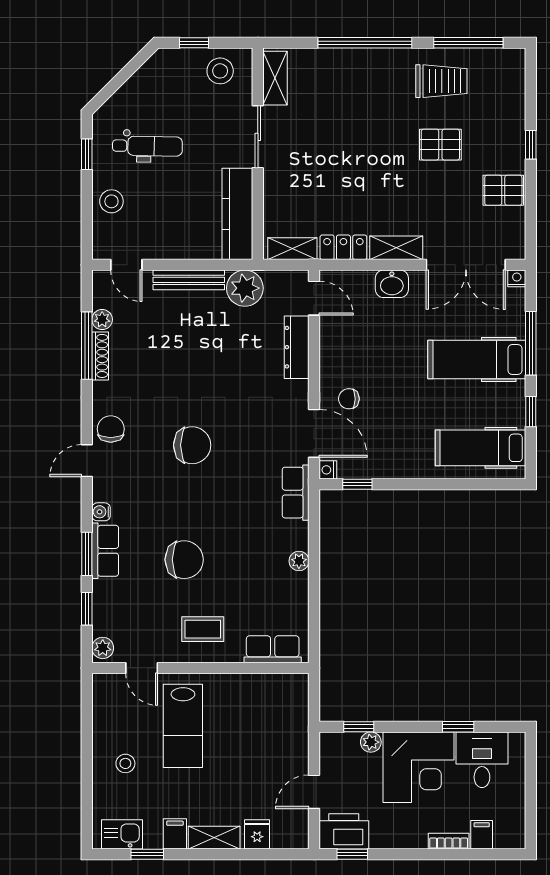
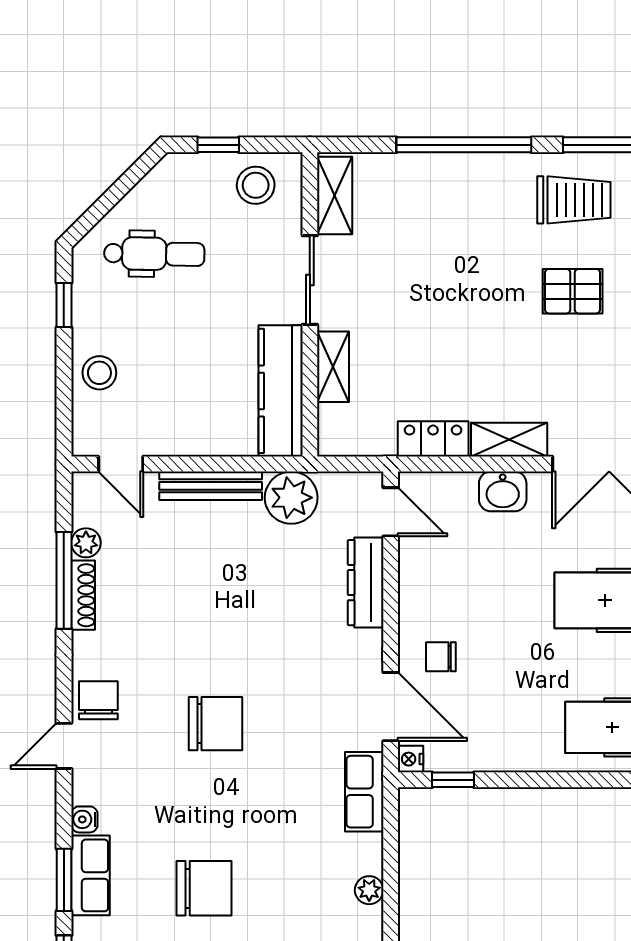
dental chair: (147, 146) -> (154, 254), moved
shelving: (292, 249) -> (333, 367), moved, turned 90

